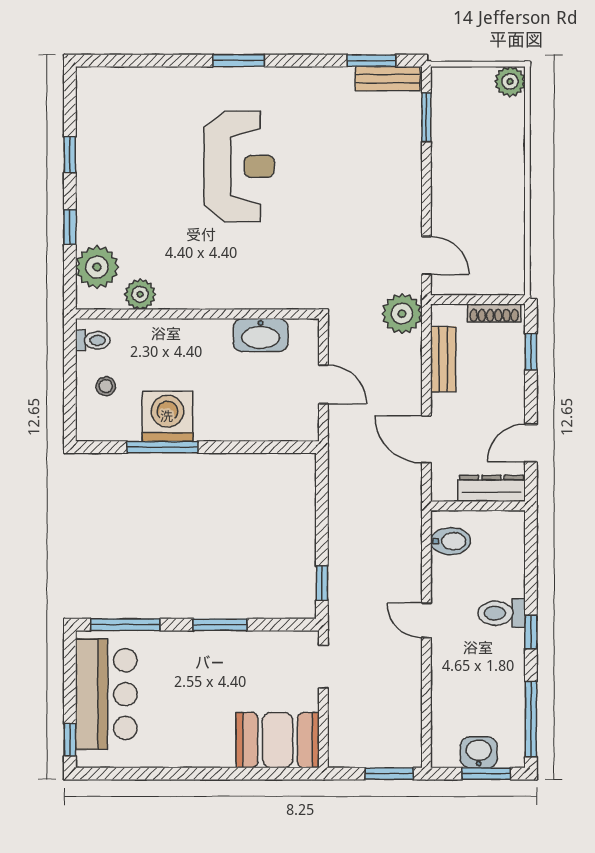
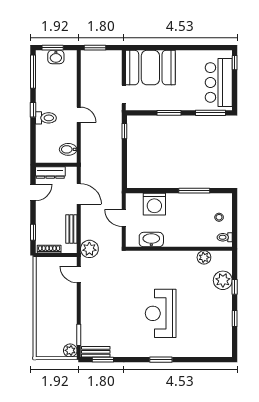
plant: (510, 82) -> (70, 350), moved
plant: (97, 267) -> (223, 280), moved
washing machine: (167, 416) -> (154, 204), moved
booth: (278, 740) -> (150, 68), width x1.36, depth x1.42

